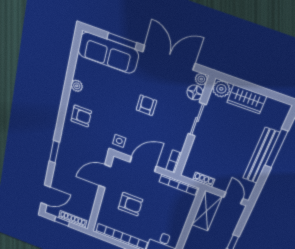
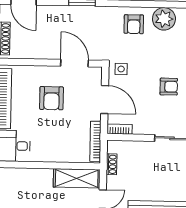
plant: (77, 86) -> (164, 19), width x1.88, depth x1.88

